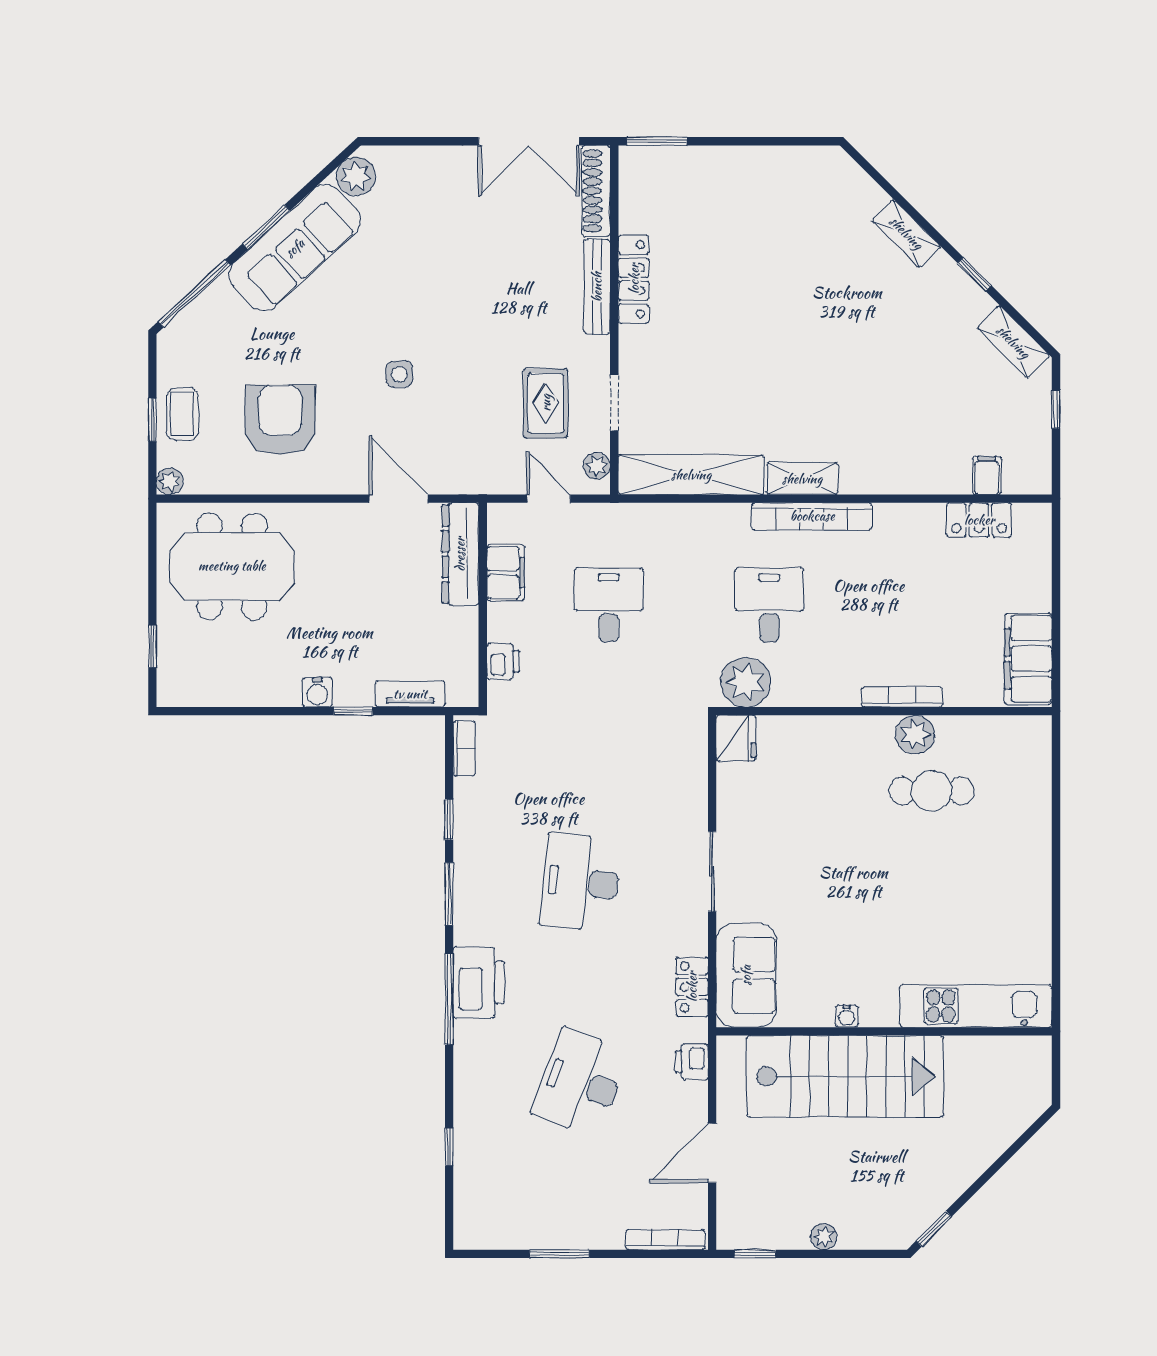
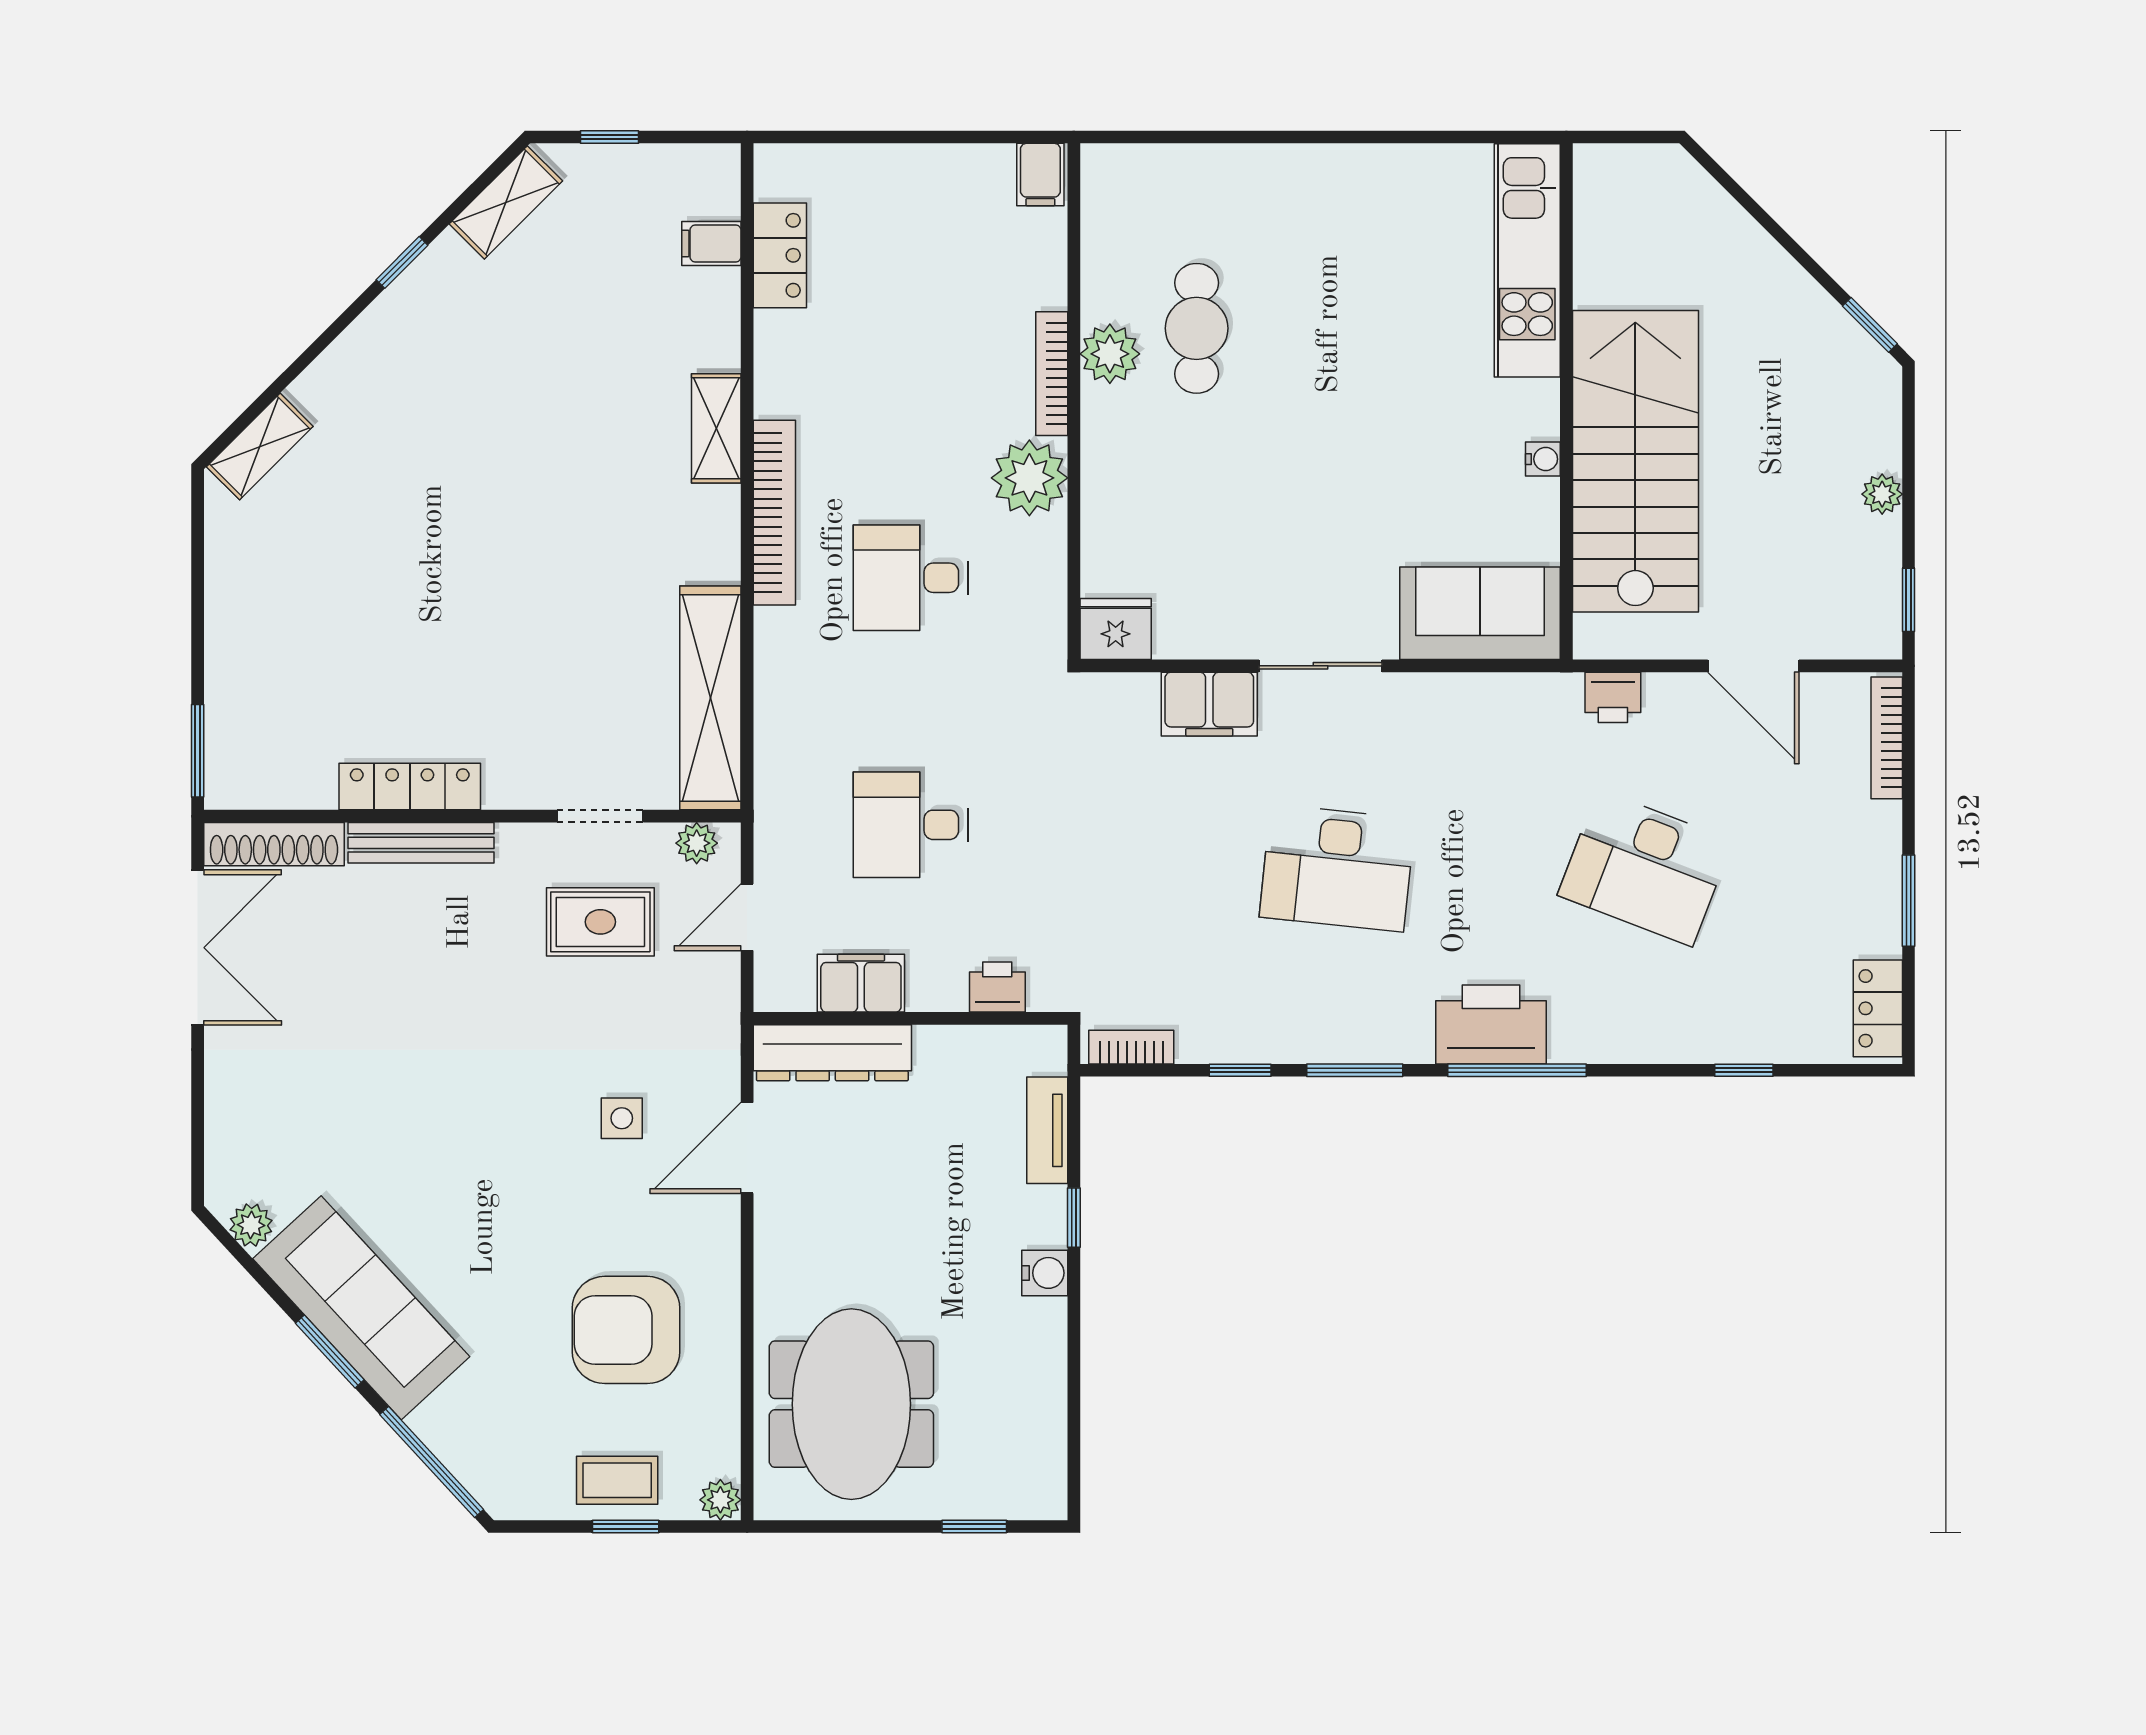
plant: (356, 176) -> (251, 1225), width x0.73, depth x0.73
shelving: (906, 233) -> (260, 447), moved
side table: (399, 374) -> (622, 1118), moved
shelving: (802, 479) -> (716, 428), moved
filing cabinet: (1028, 659) -> (1040, 175), width x0.33, depth x0.86
plant: (746, 682) -> (1029, 478), moved
filing cabinet: (687, 799) -> (1209, 704), added
locker: (692, 987) -> (1878, 1008), moved, turned 90

